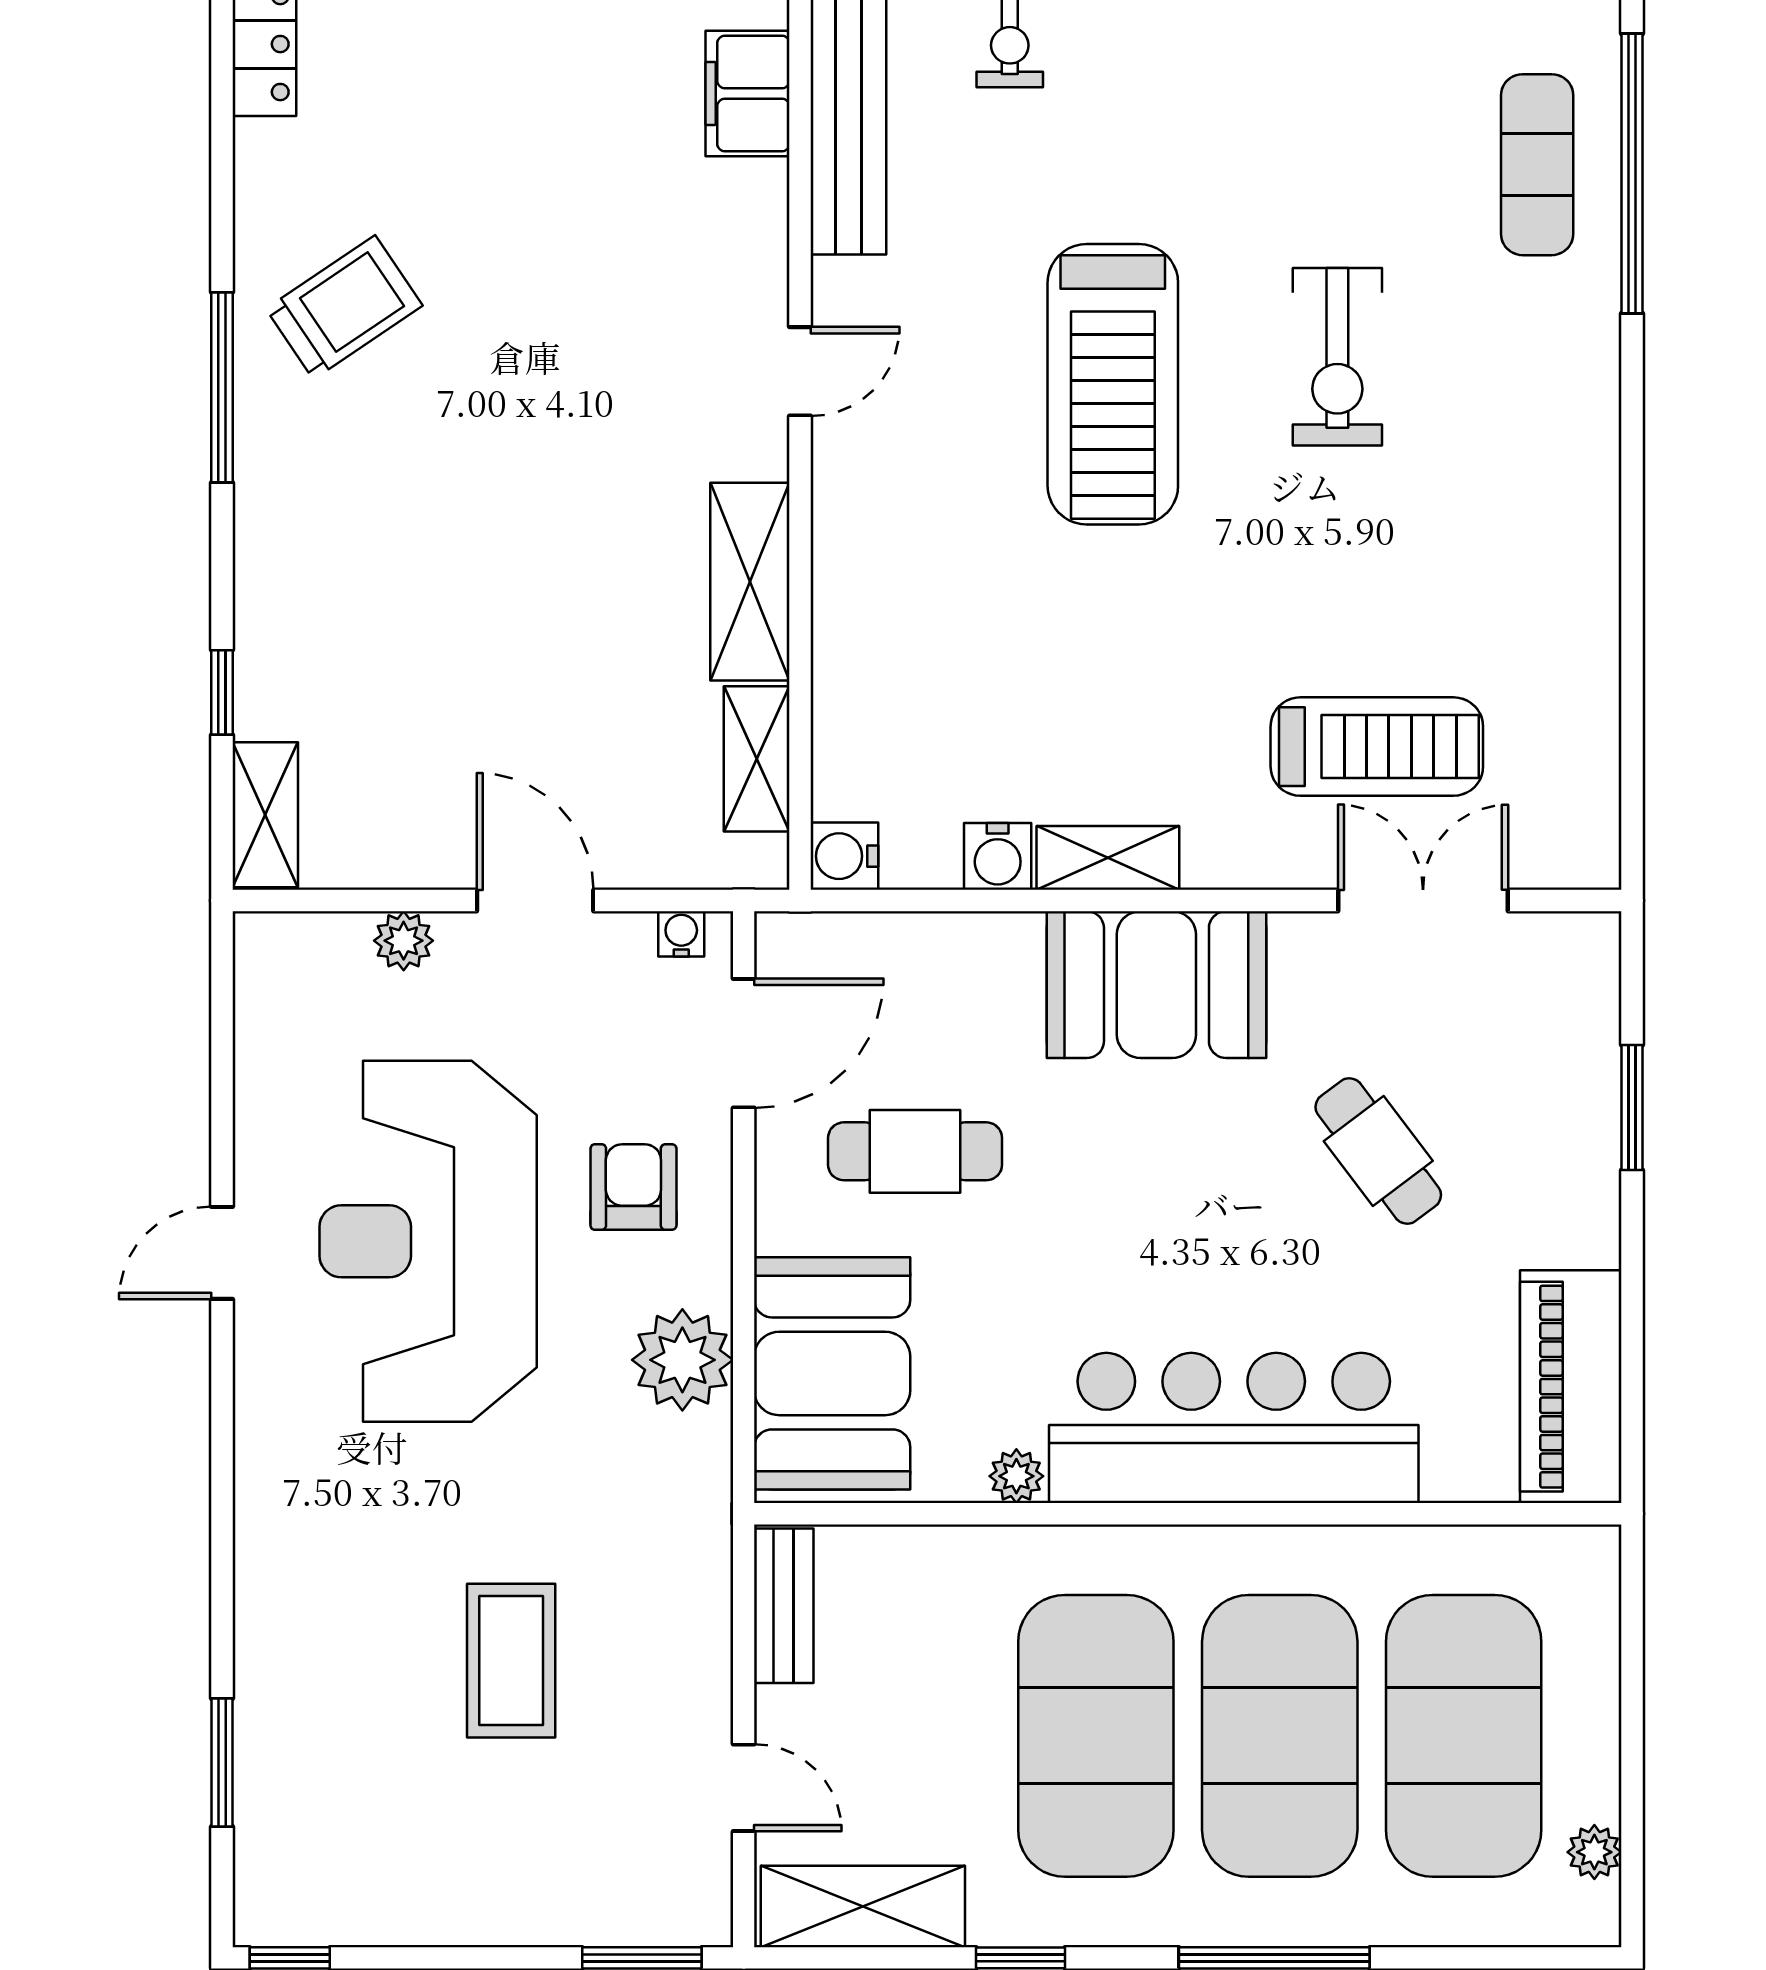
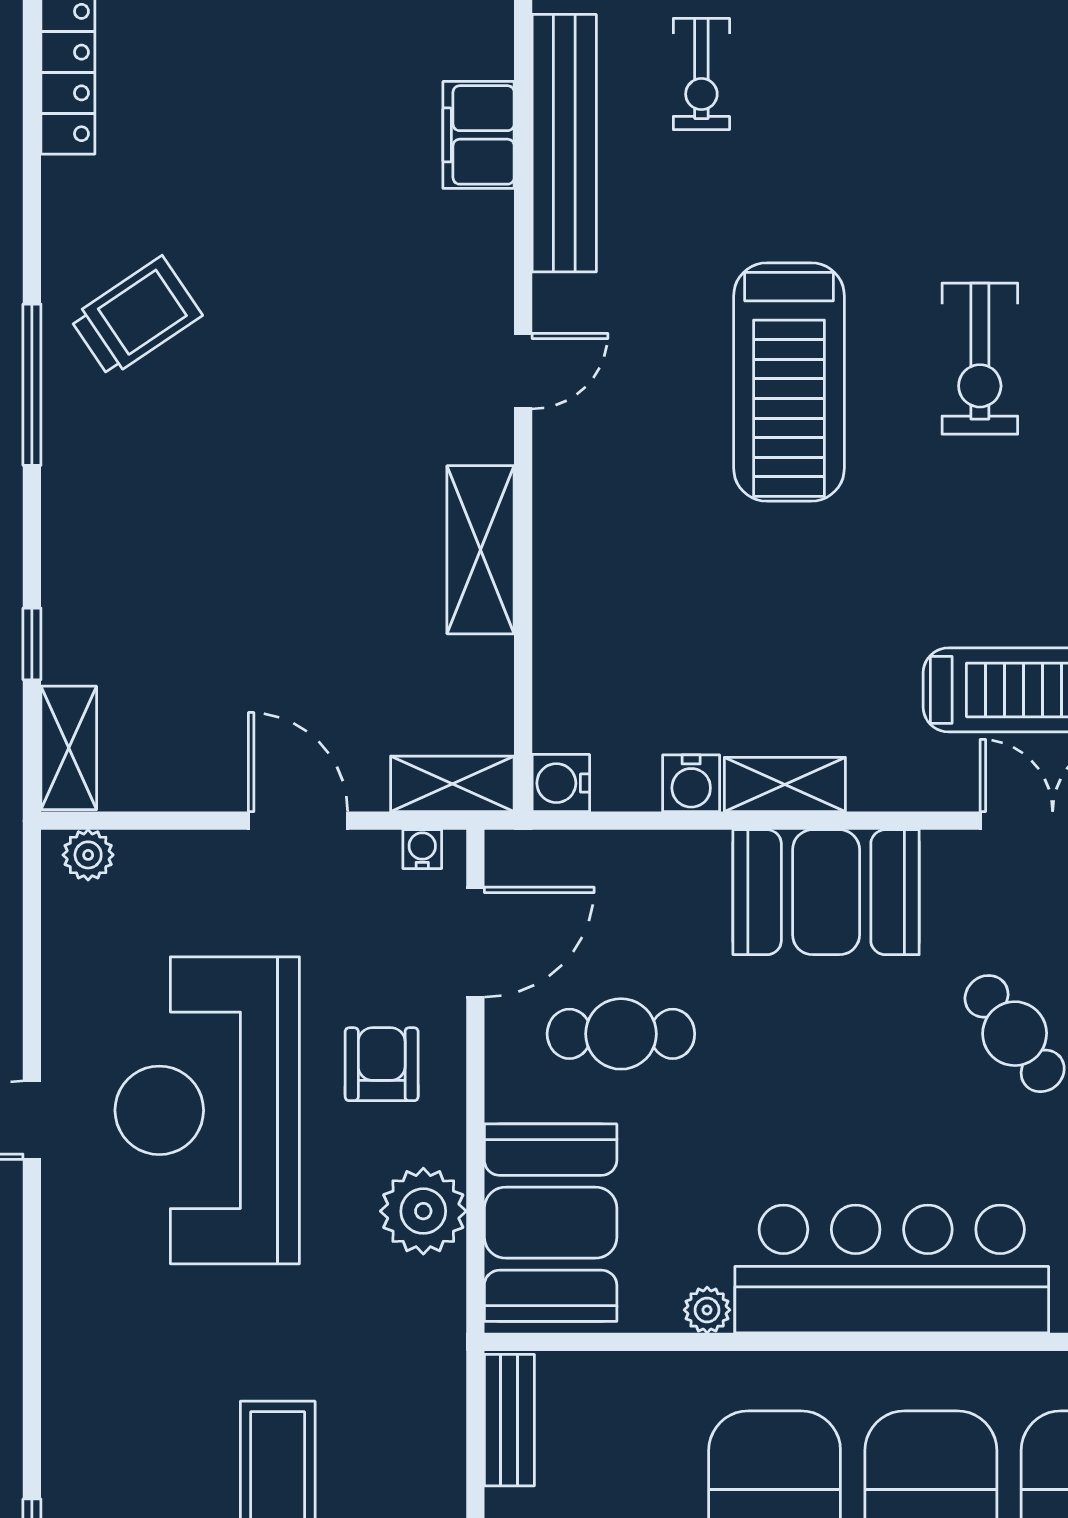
shelving: (757, 759) -> (452, 784), moved, turned 90
plant: (404, 941) -> (88, 855), moved

